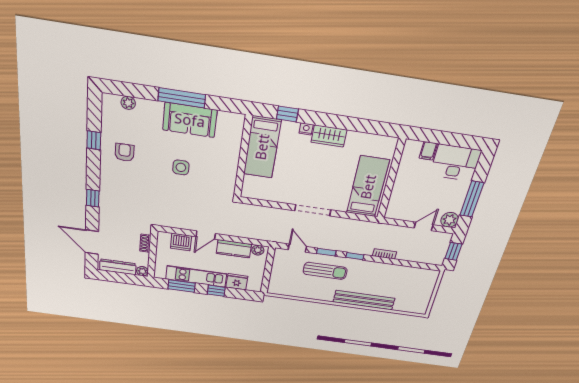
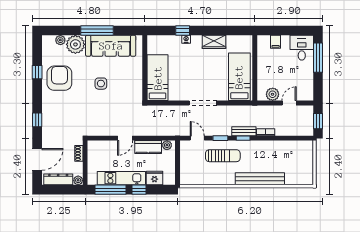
plant: (149, 112) -> (75, 44), added
window: (287, 114) -> (183, 30), moved
sofa: (190, 120) -> (111, 46), width x1.36
wardrobe: (329, 136) -> (214, 42), moved
bed: (262, 147) -> (158, 78), moved, turned 180
armchair: (125, 152) -> (59, 78), width x1.88, depth x1.88
desk: (455, 163) -> (302, 48), width x0.73
window: (472, 199) -> (318, 58), moved
plant: (450, 220) -> (273, 94), moved
door: (92, 242) -> (37, 159), swing flipped
dishwasher: (181, 242) -> (106, 148), removed
bench: (357, 249) -> (244, 131), added
window: (182, 286) -> (111, 190), width x1.44

